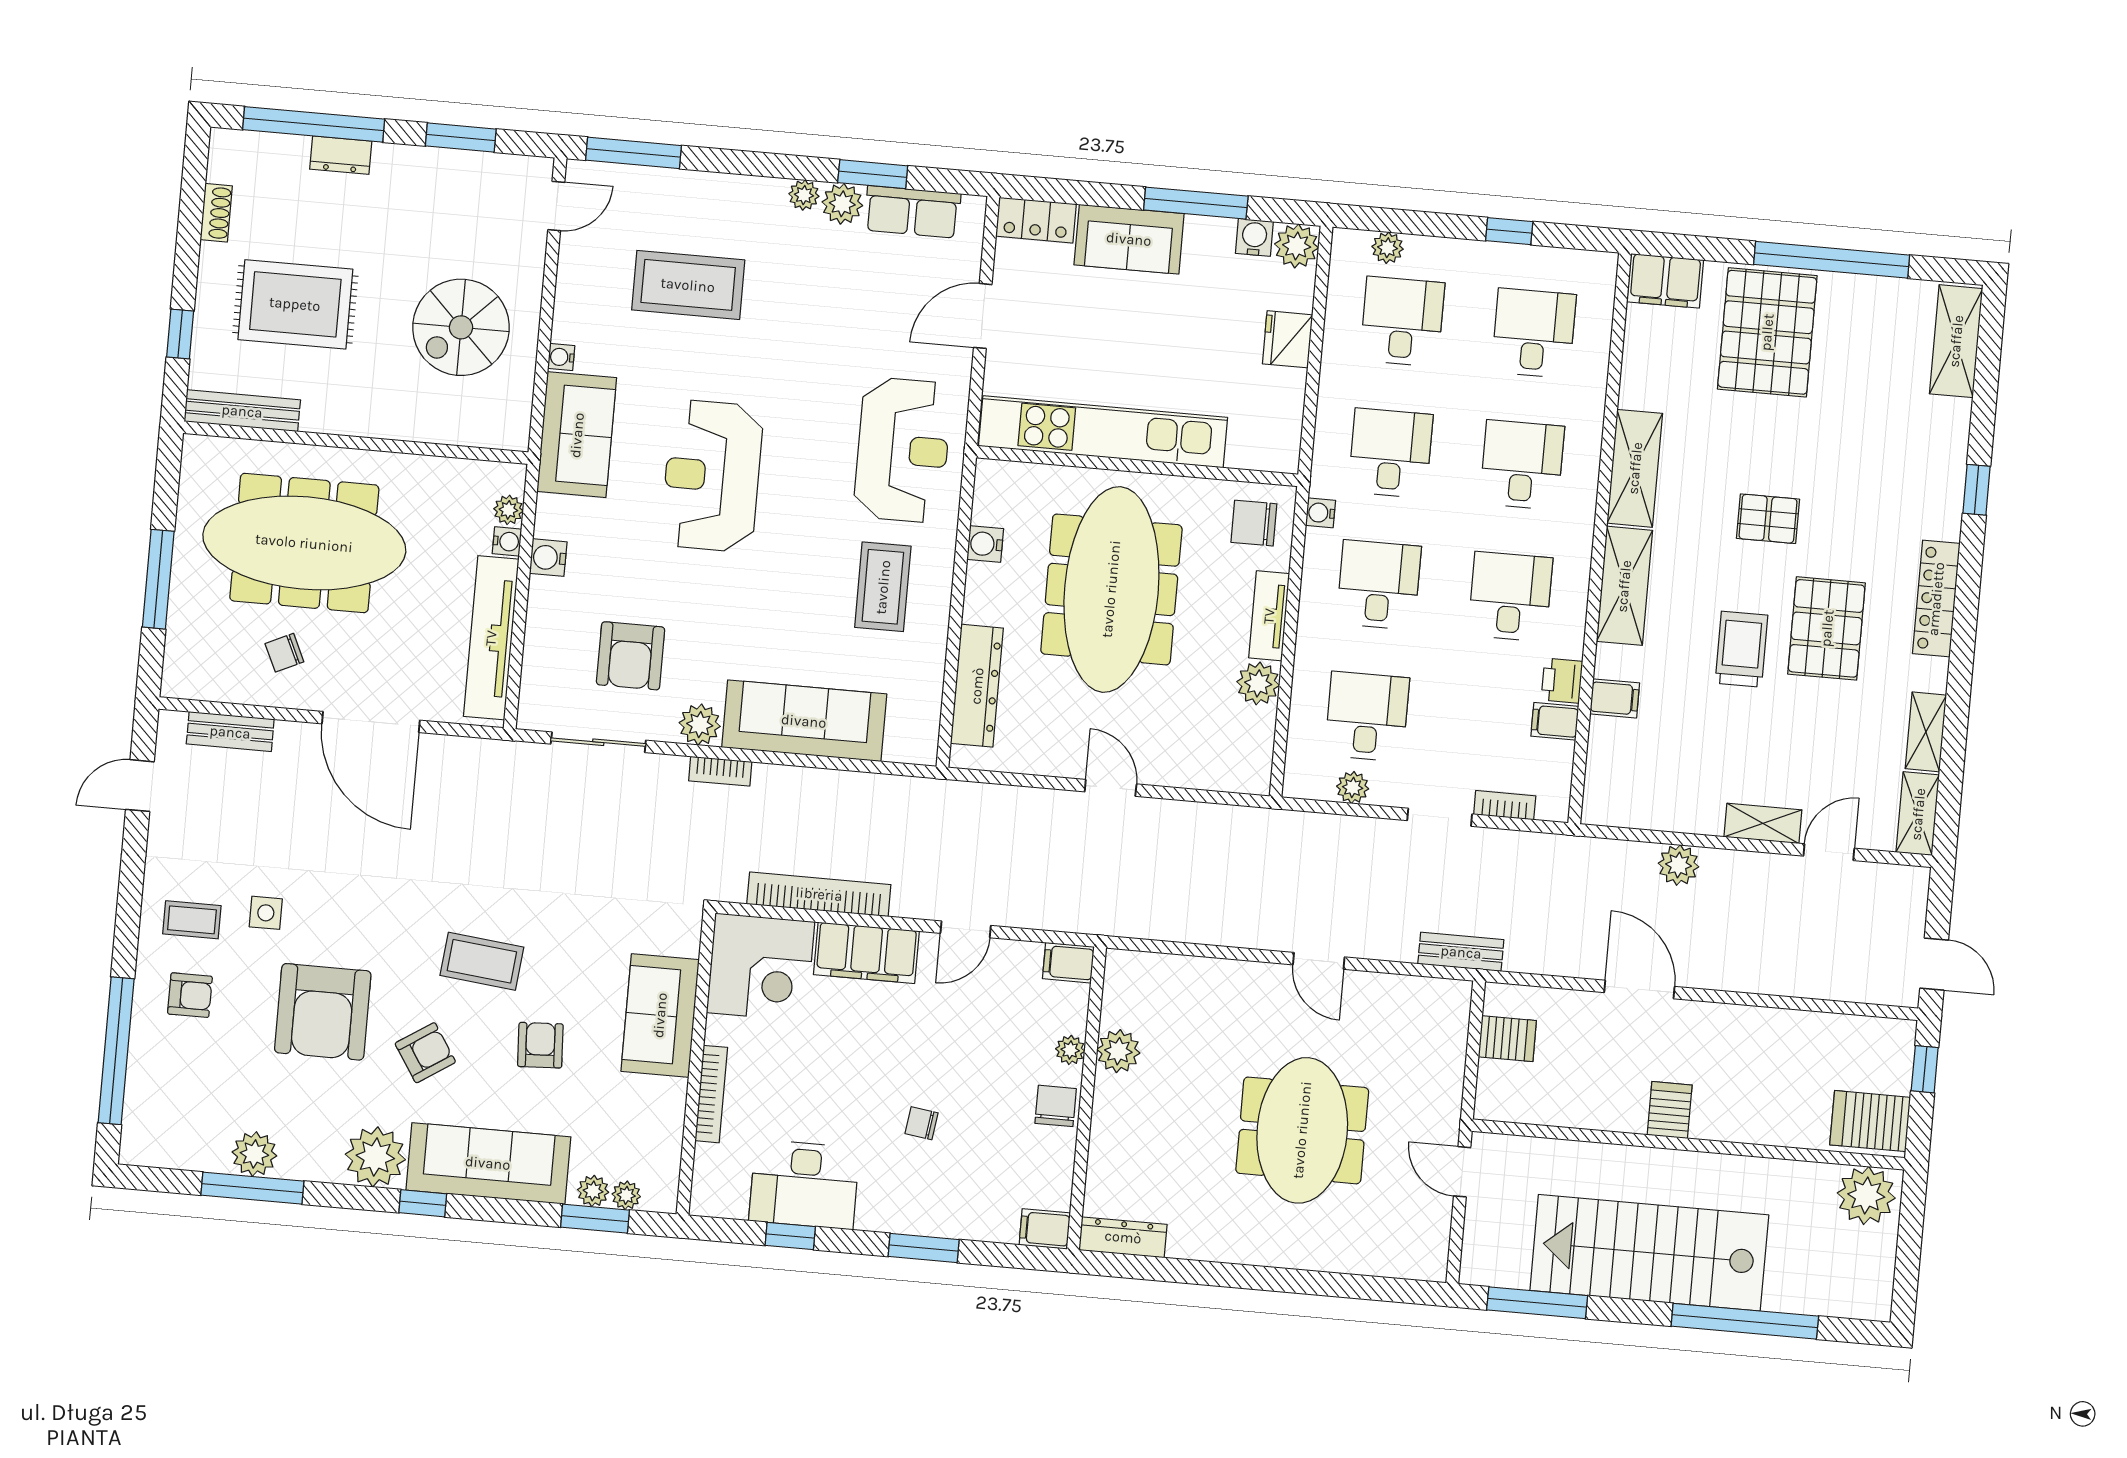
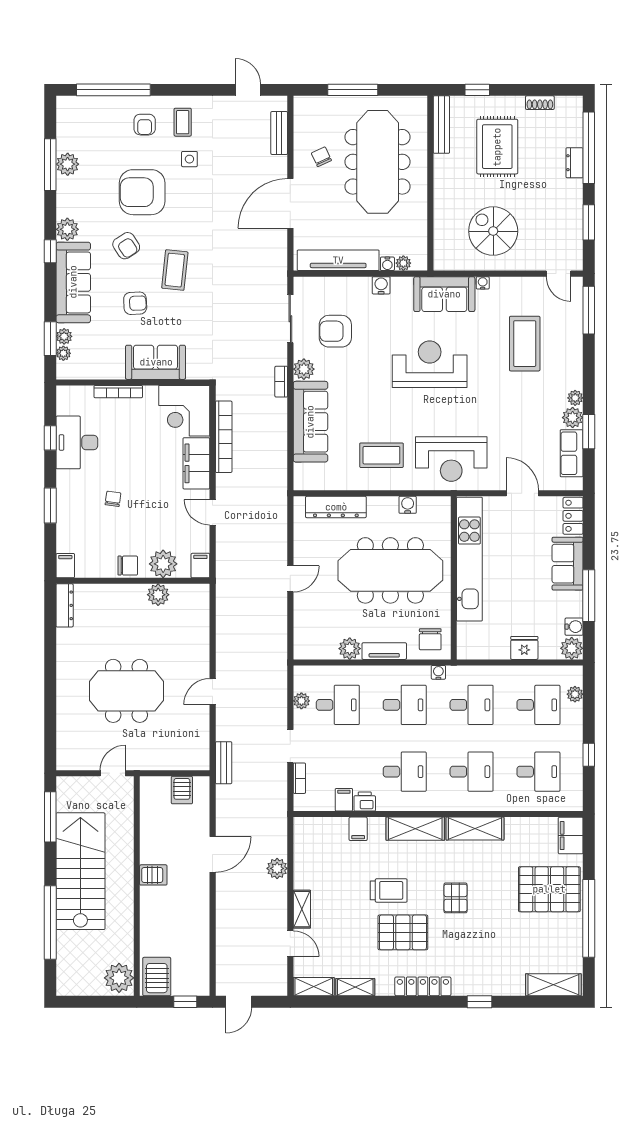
chair: (1254, 523) -> (430, 639), turned 180
plant: (1070, 1050) -> (163, 564), width x1.88, depth x1.88
plant: (375, 1157) -> (67, 229), width x0.73, depth x0.73

